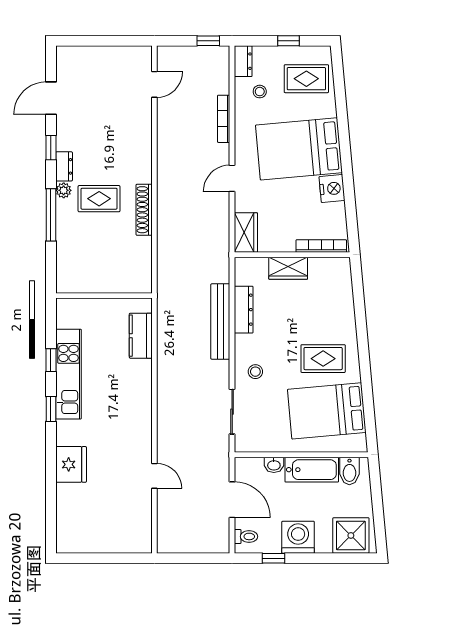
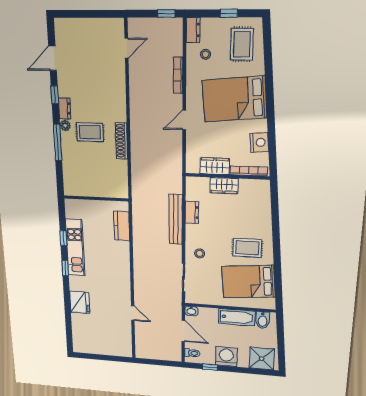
rug: (306, 79) -> (242, 44), turned 90
nightstand: (332, 189) -> (259, 142), moved
wardrobe: (246, 233) -> (215, 166), moved, turned -90
dresser: (244, 310) -> (192, 212), width x0.70
washbasin: (274, 465) -> (191, 311), moved

